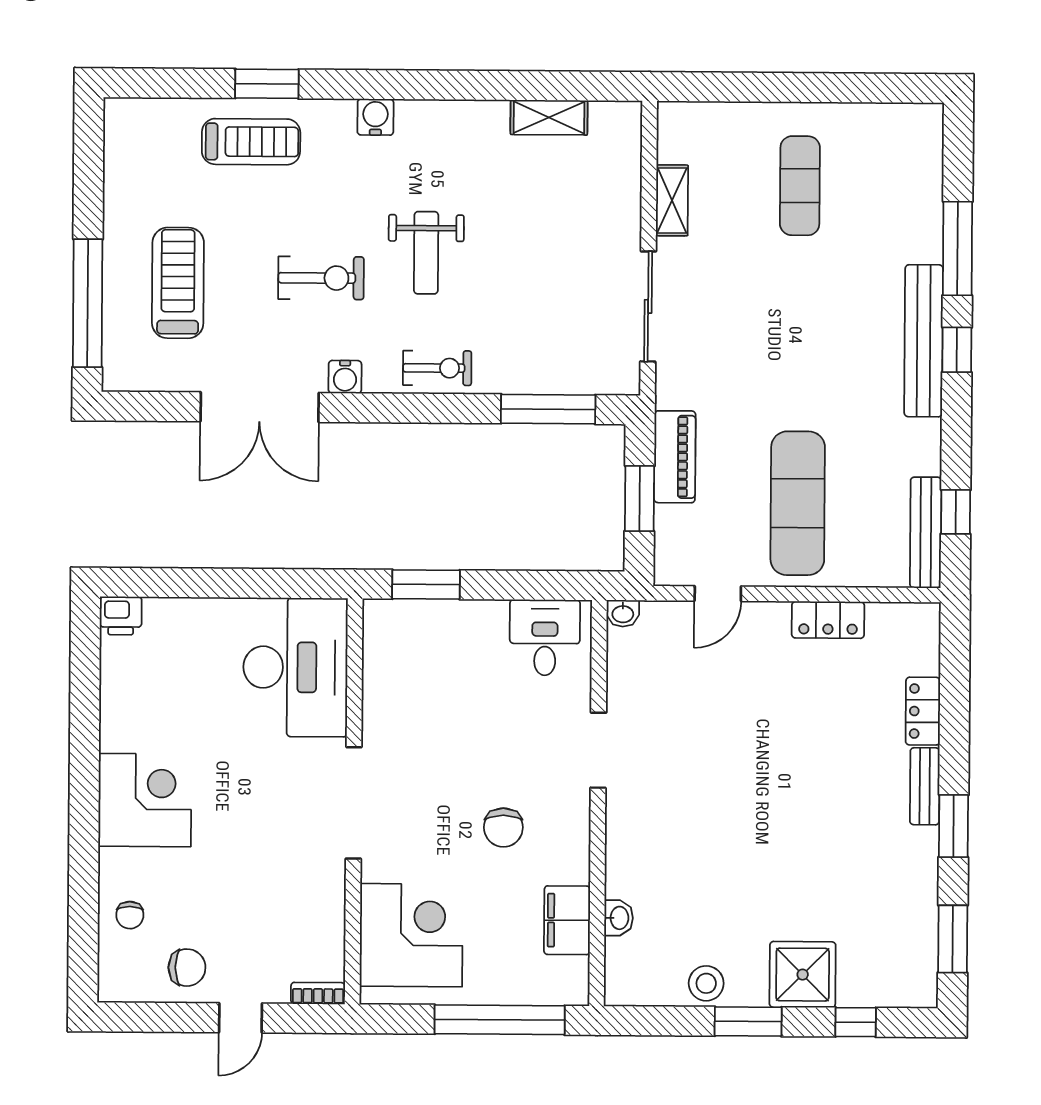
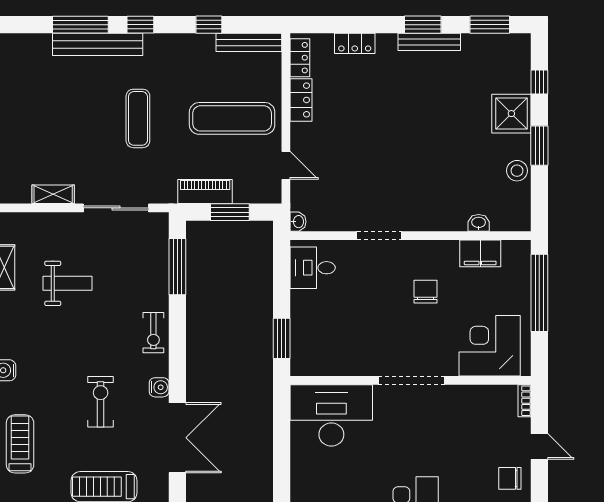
exercise mat: (800, 186) -> (138, 118), moved, turned 90
weight bench: (426, 253) -> (67, 283), moved
bench: (924, 341) -> (98, 44), moved
exercise bike: (437, 368) -> (153, 333), turned 180
window: (956, 512) -> (209, 25), moved
locker: (899, 618) -> (300, 58), added
bench: (925, 786) -> (429, 42), moved, width x1.36
chair: (503, 828) -> (425, 292), turned -90
chair: (187, 968) -> (510, 478), turned -90

